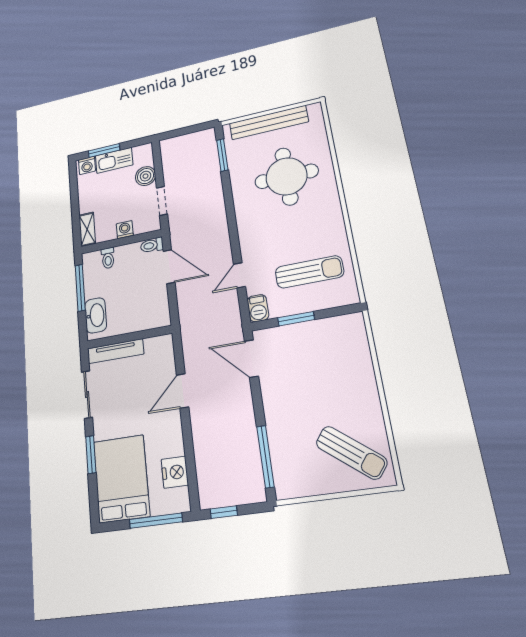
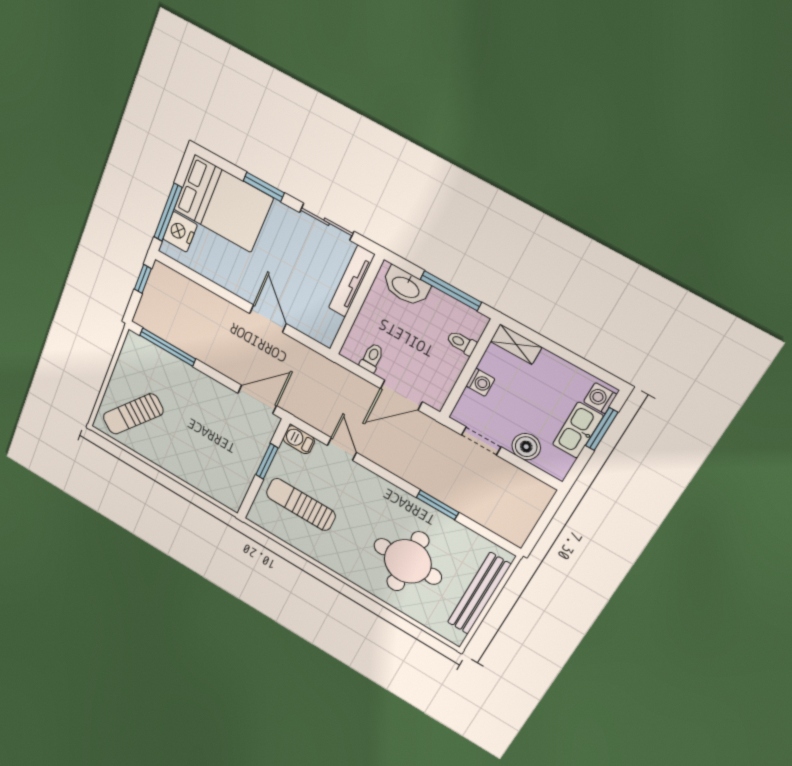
window: (222, 155) -> (437, 505), moved
toilet: (152, 245) -> (372, 358), moved
sun lounger: (309, 272) -> (301, 504), turned 90
nightstand: (175, 472) -> (180, 232), moved, turned 90

